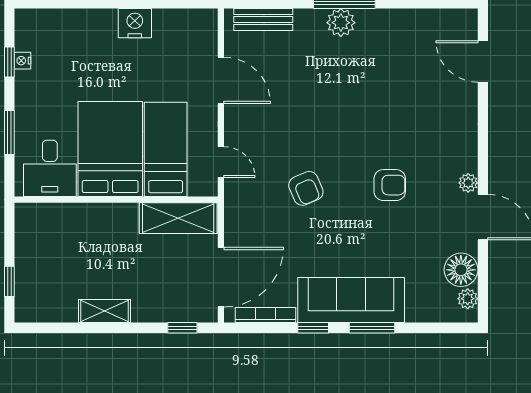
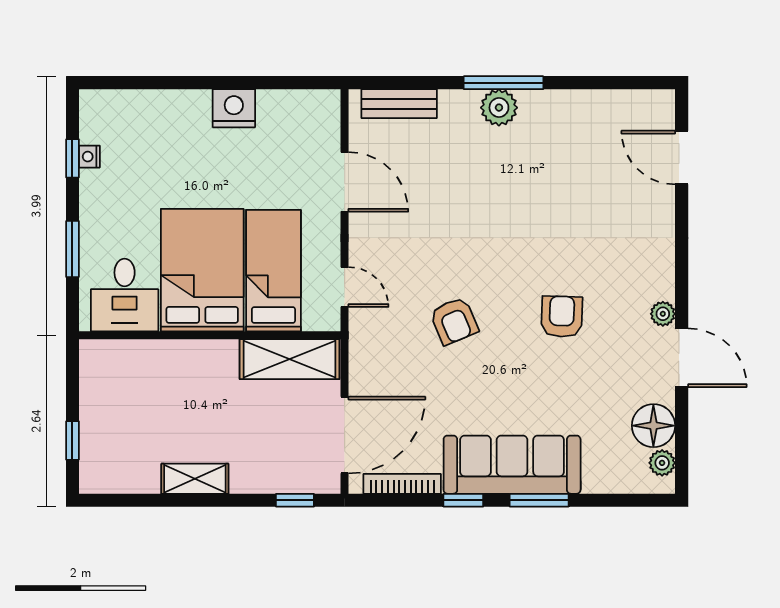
armchair: (390, 185) -> (562, 317), turned -88

